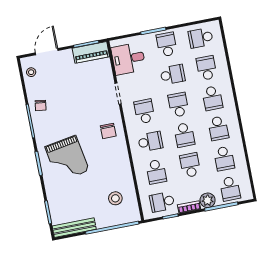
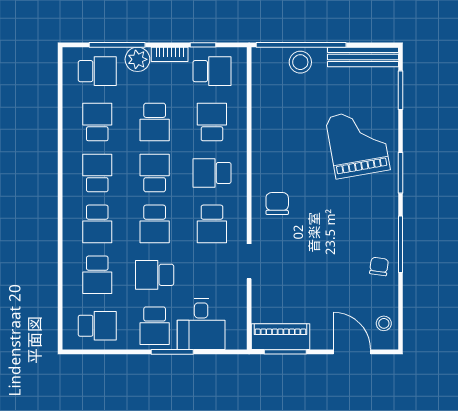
door: (47, 52) -> (352, 352), swing flipped
desk: (128, 59) -> (201, 324), moved, turned 90
school desk: (212, 98) -> (97, 224), turned 180
grand piano: (67, 159) -> (358, 143), moved
school desk: (230, 189) -> (97, 71), turned 90
stool: (115, 198) -> (300, 62), moved

